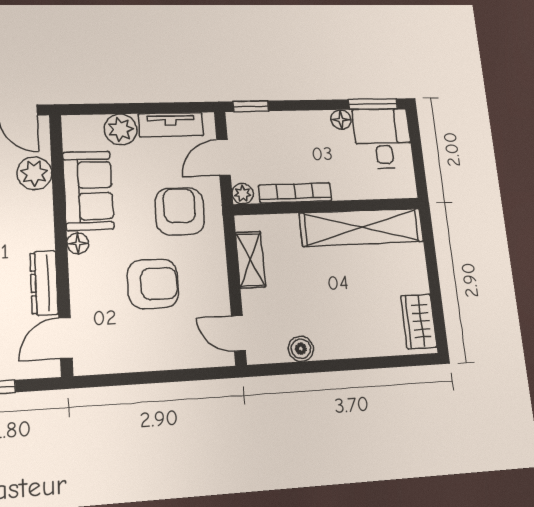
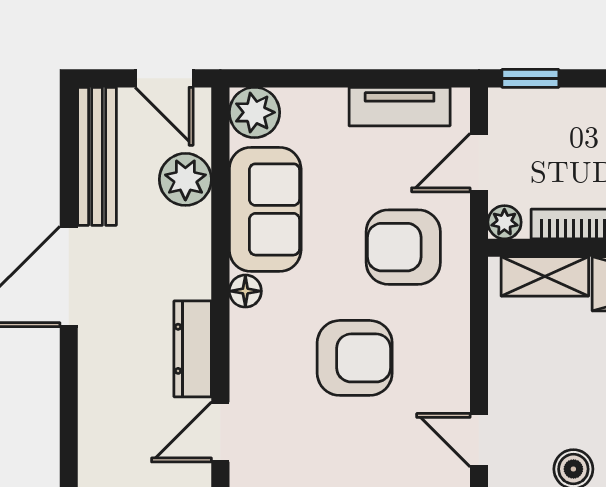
plant: (121, 129) -> (255, 112), moved
armchair: (180, 211) -> (403, 247), turned -90
shelving: (250, 260) -> (545, 276), moved, turned 90

